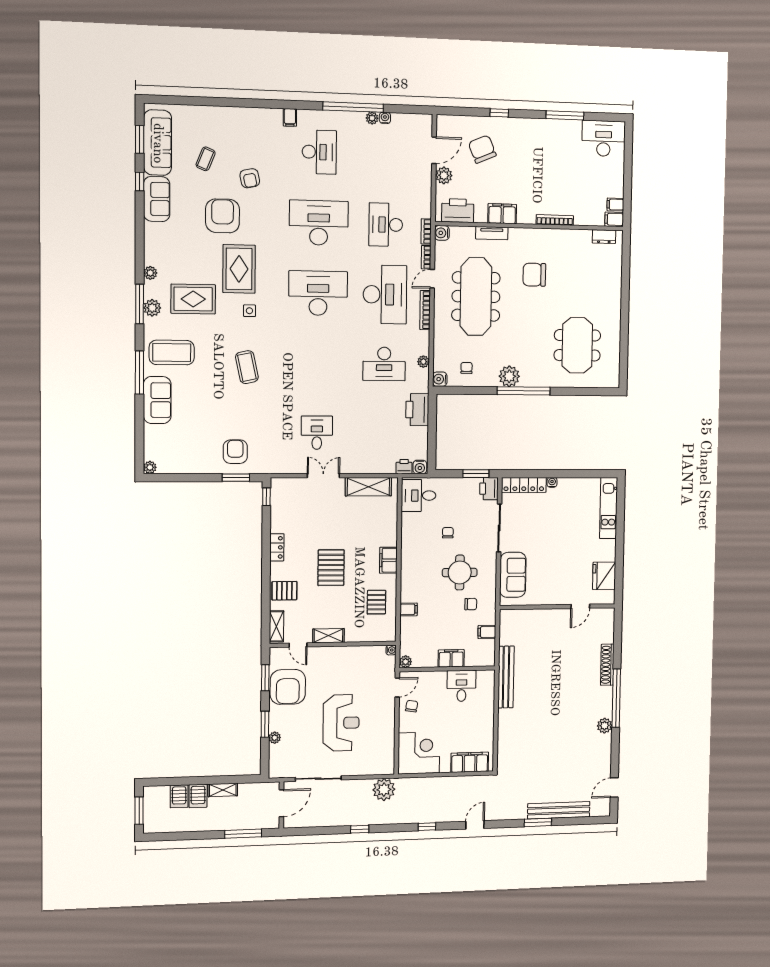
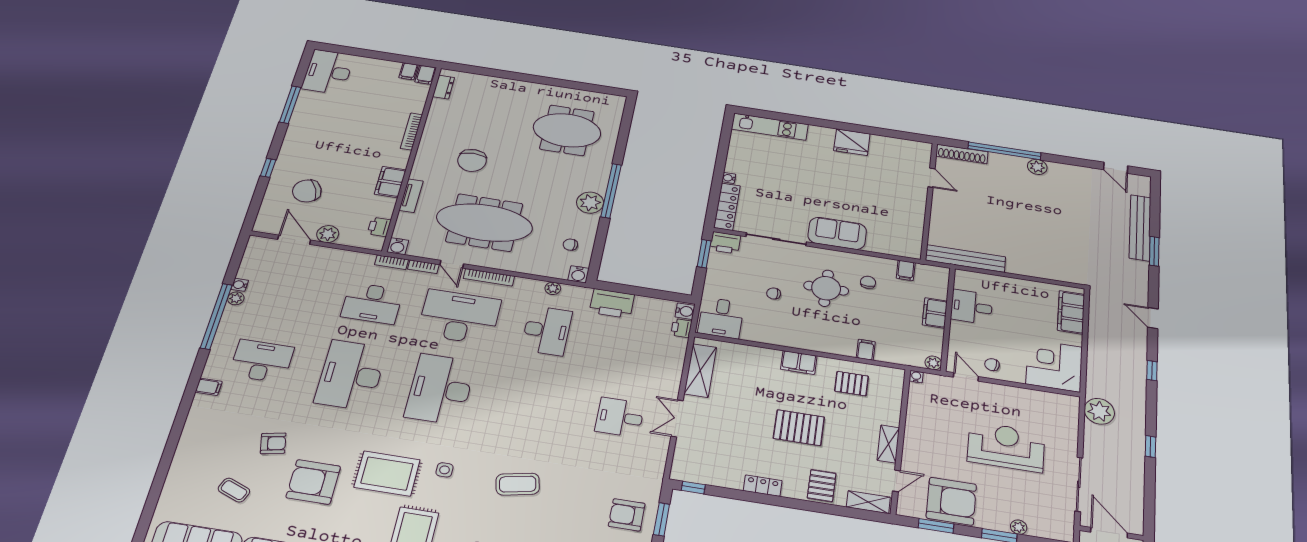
printer: (458, 211) -> (379, 227), width x0.53, depth x0.68
door: (580, 606) -> (931, 178), moved
wall: (557, 607) -> (929, 201), moved

